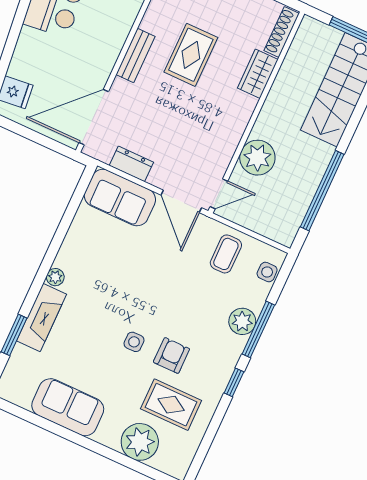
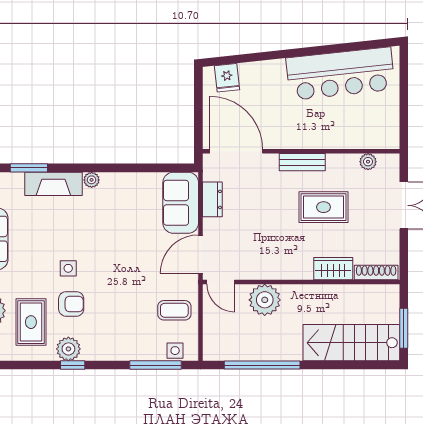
plant: (242, 321) -> (68, 349), moved
window: (258, 329) -> (156, 365), moved

